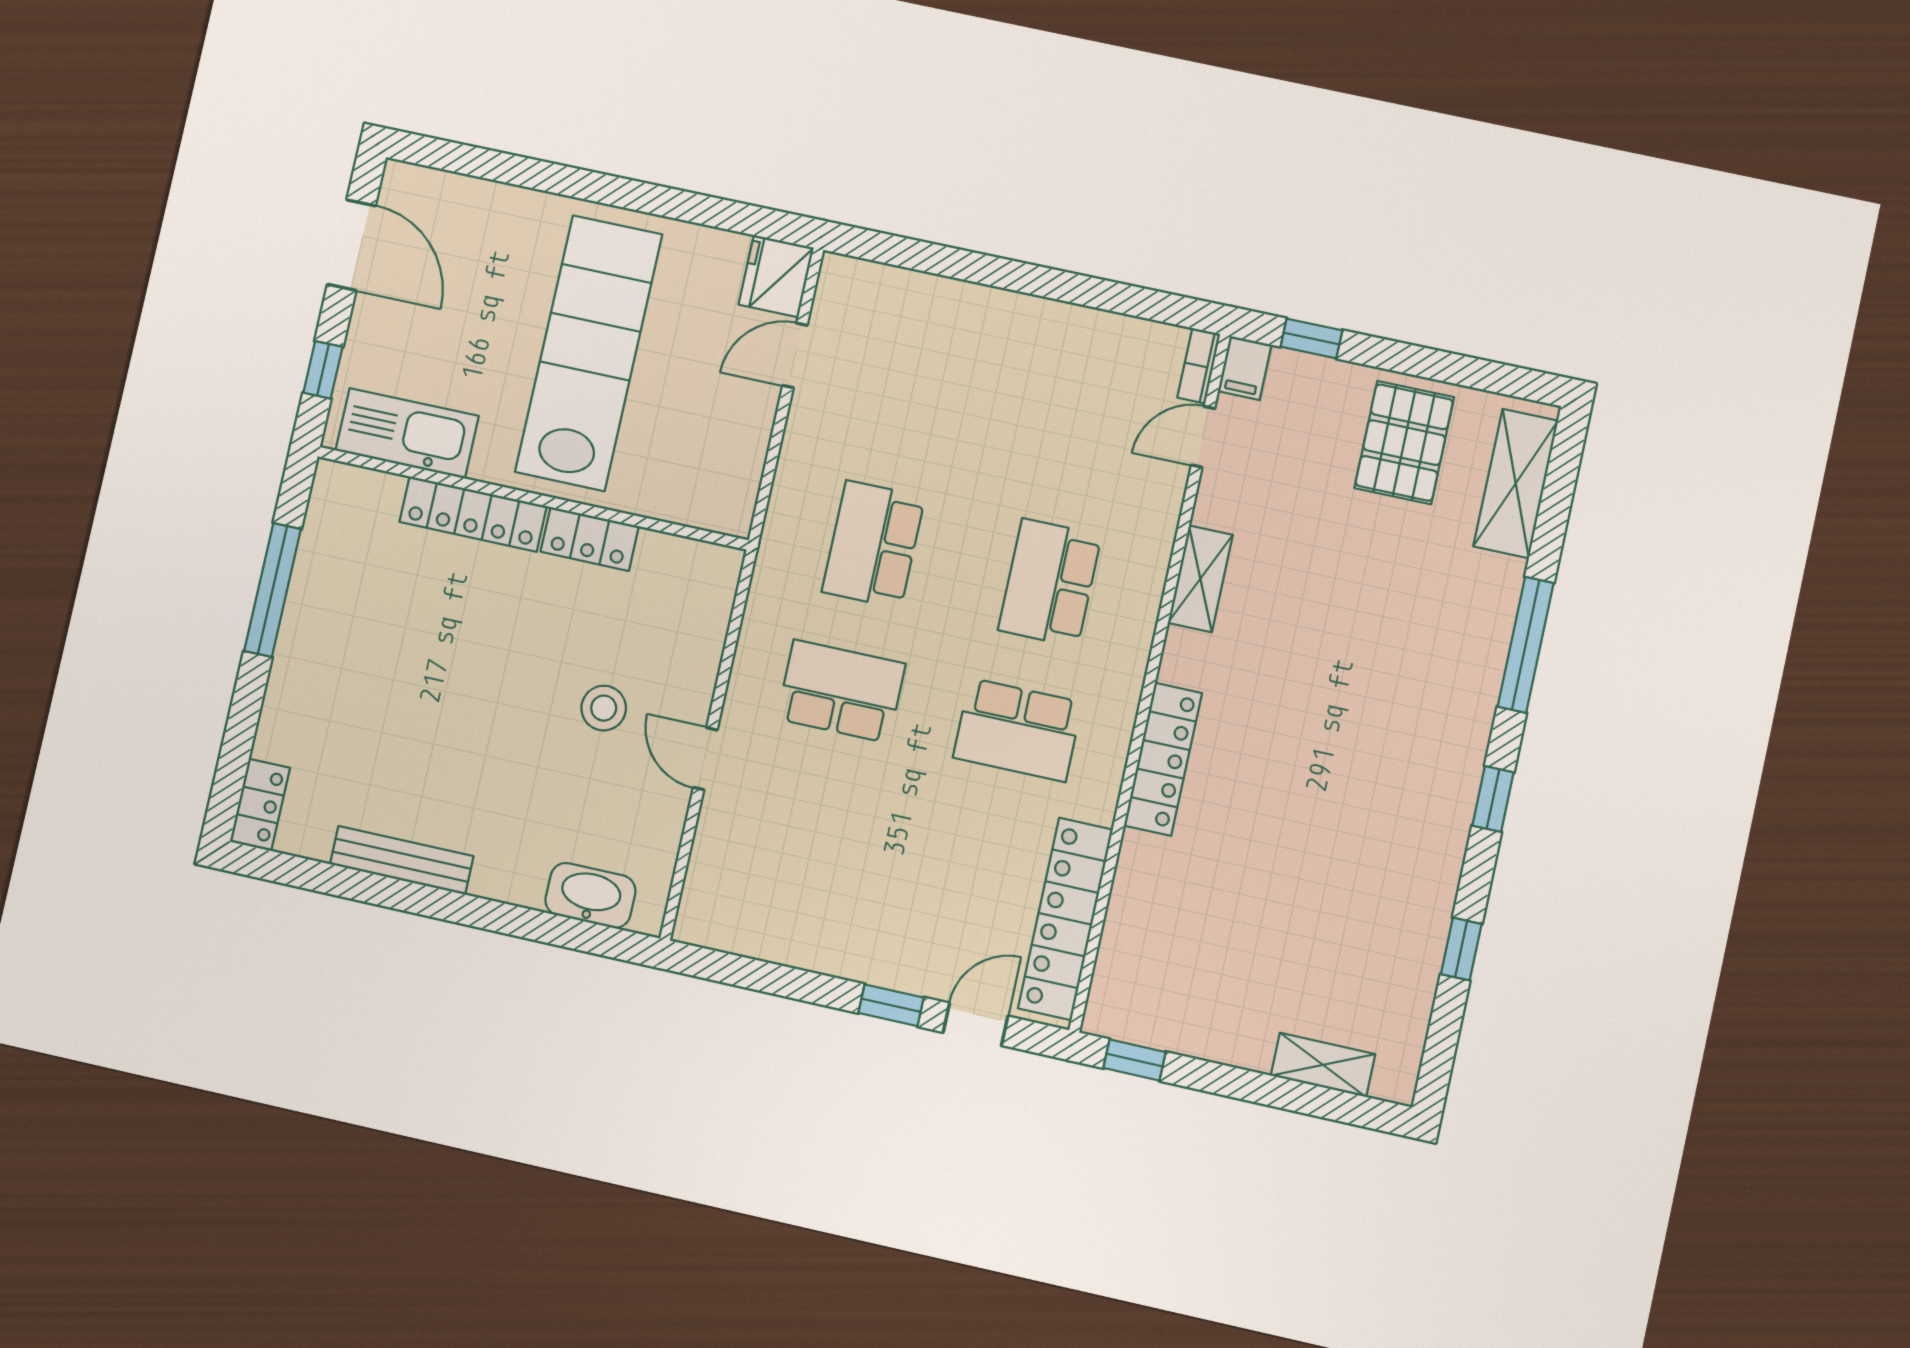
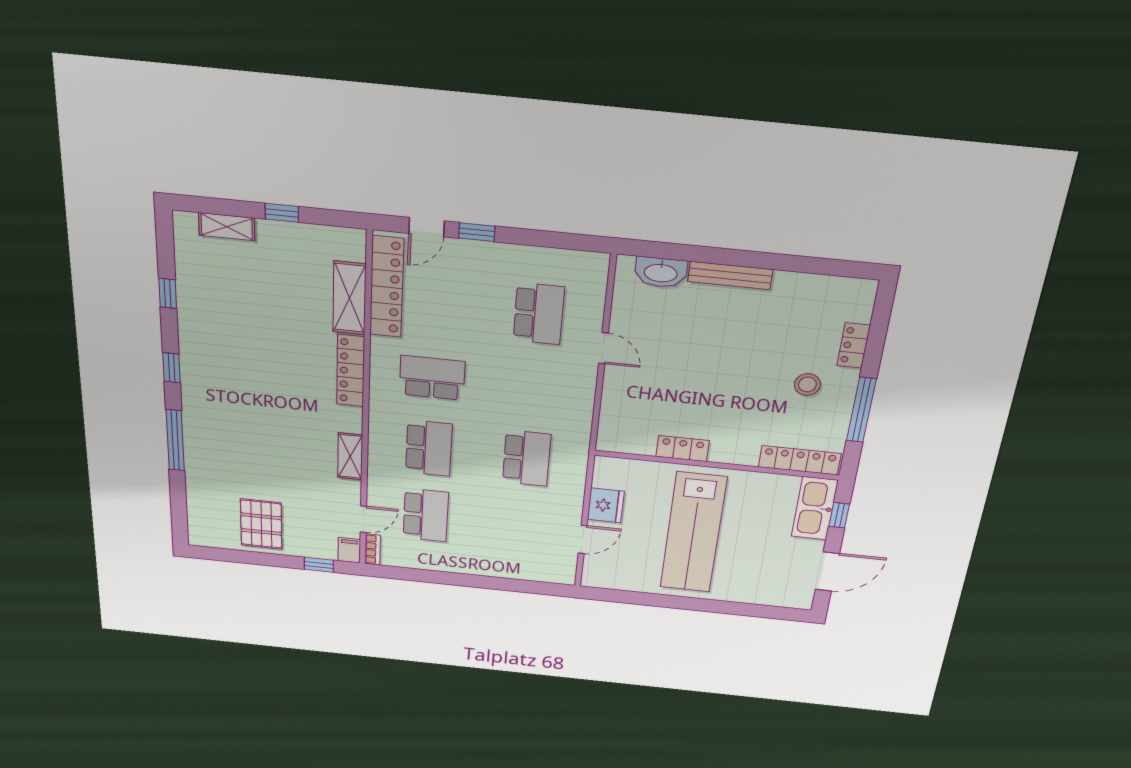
door: (351, 245) -> (827, 572), swing flipped
fridge: (776, 276) -> (606, 505), moved
kitchen sink: (407, 433) -> (815, 508), moved, turned 90
school desk: (1082, 436) -> (426, 515), added
shelving: (1516, 484) -> (349, 298), moved
locker: (473, 514) -> (800, 460), moved
school desk: (841, 691) -> (539, 314), moved, turned -90
stool: (604, 708) -> (807, 384), moved
locker: (260, 805) -> (854, 345), moved
bench: (402, 860) -> (730, 275), moved
window: (1134, 1060) -> (282, 213), moved

